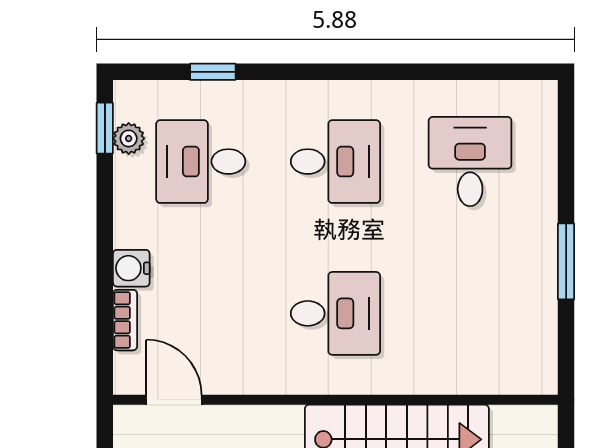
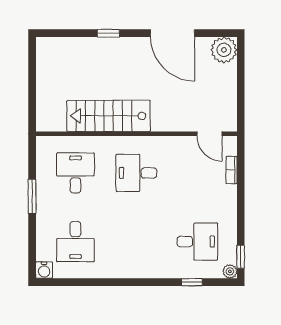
plant: (129, 138) -> (230, 271), moved
desk: (335, 162) -> (75, 173), moved, turned 90
water cooler: (131, 268) -> (44, 270), moved, turned 90

